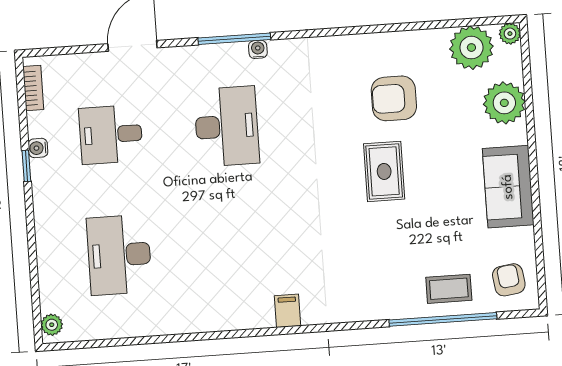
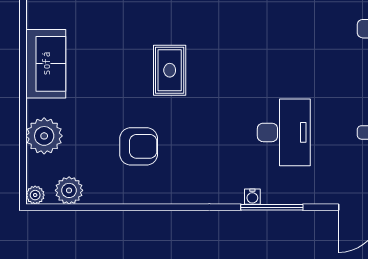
plant: (471, 48) -> (69, 190), width x0.73, depth x0.73
desk: (227, 126) -> (284, 132), turned 180
rug: (384, 171) -> (170, 70), moved

